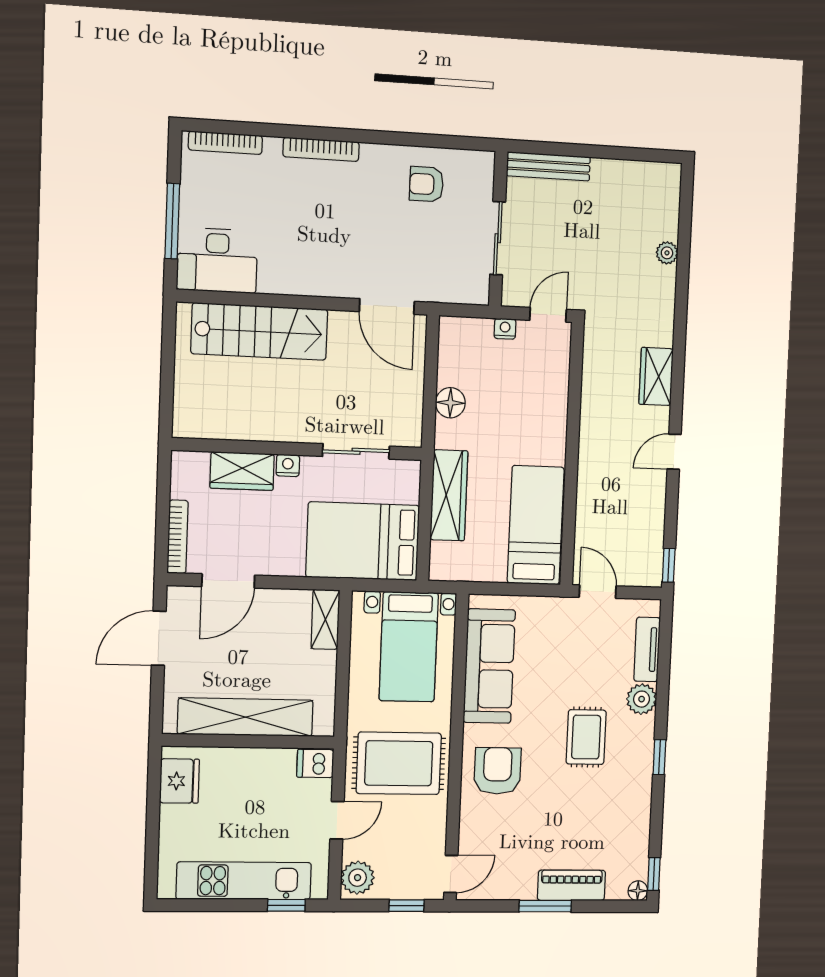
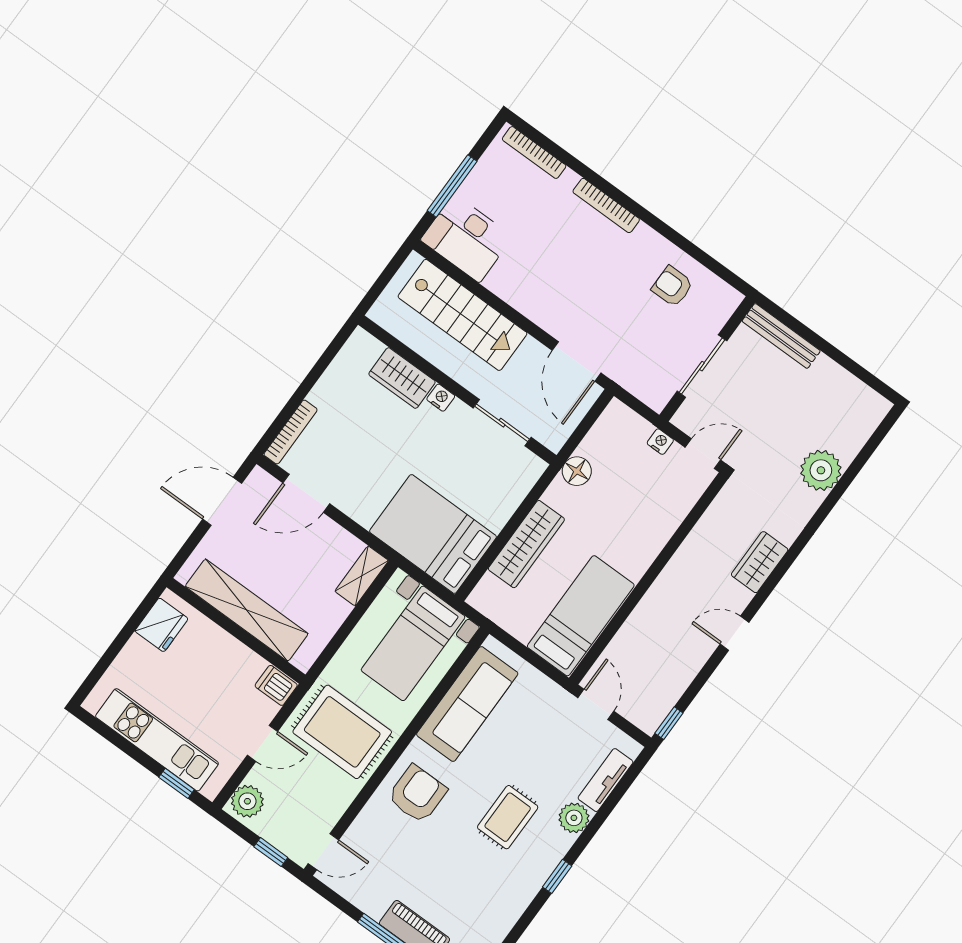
plant: (667, 253) -> (821, 470), width x1.88, depth x1.88
wall: (298, 449) -> (457, 390), moved
sliding door: (356, 451) -> (502, 423), moved
nightstand: (288, 465) -> (441, 398), moved
wardrobe: (242, 471) -> (402, 378), moved

